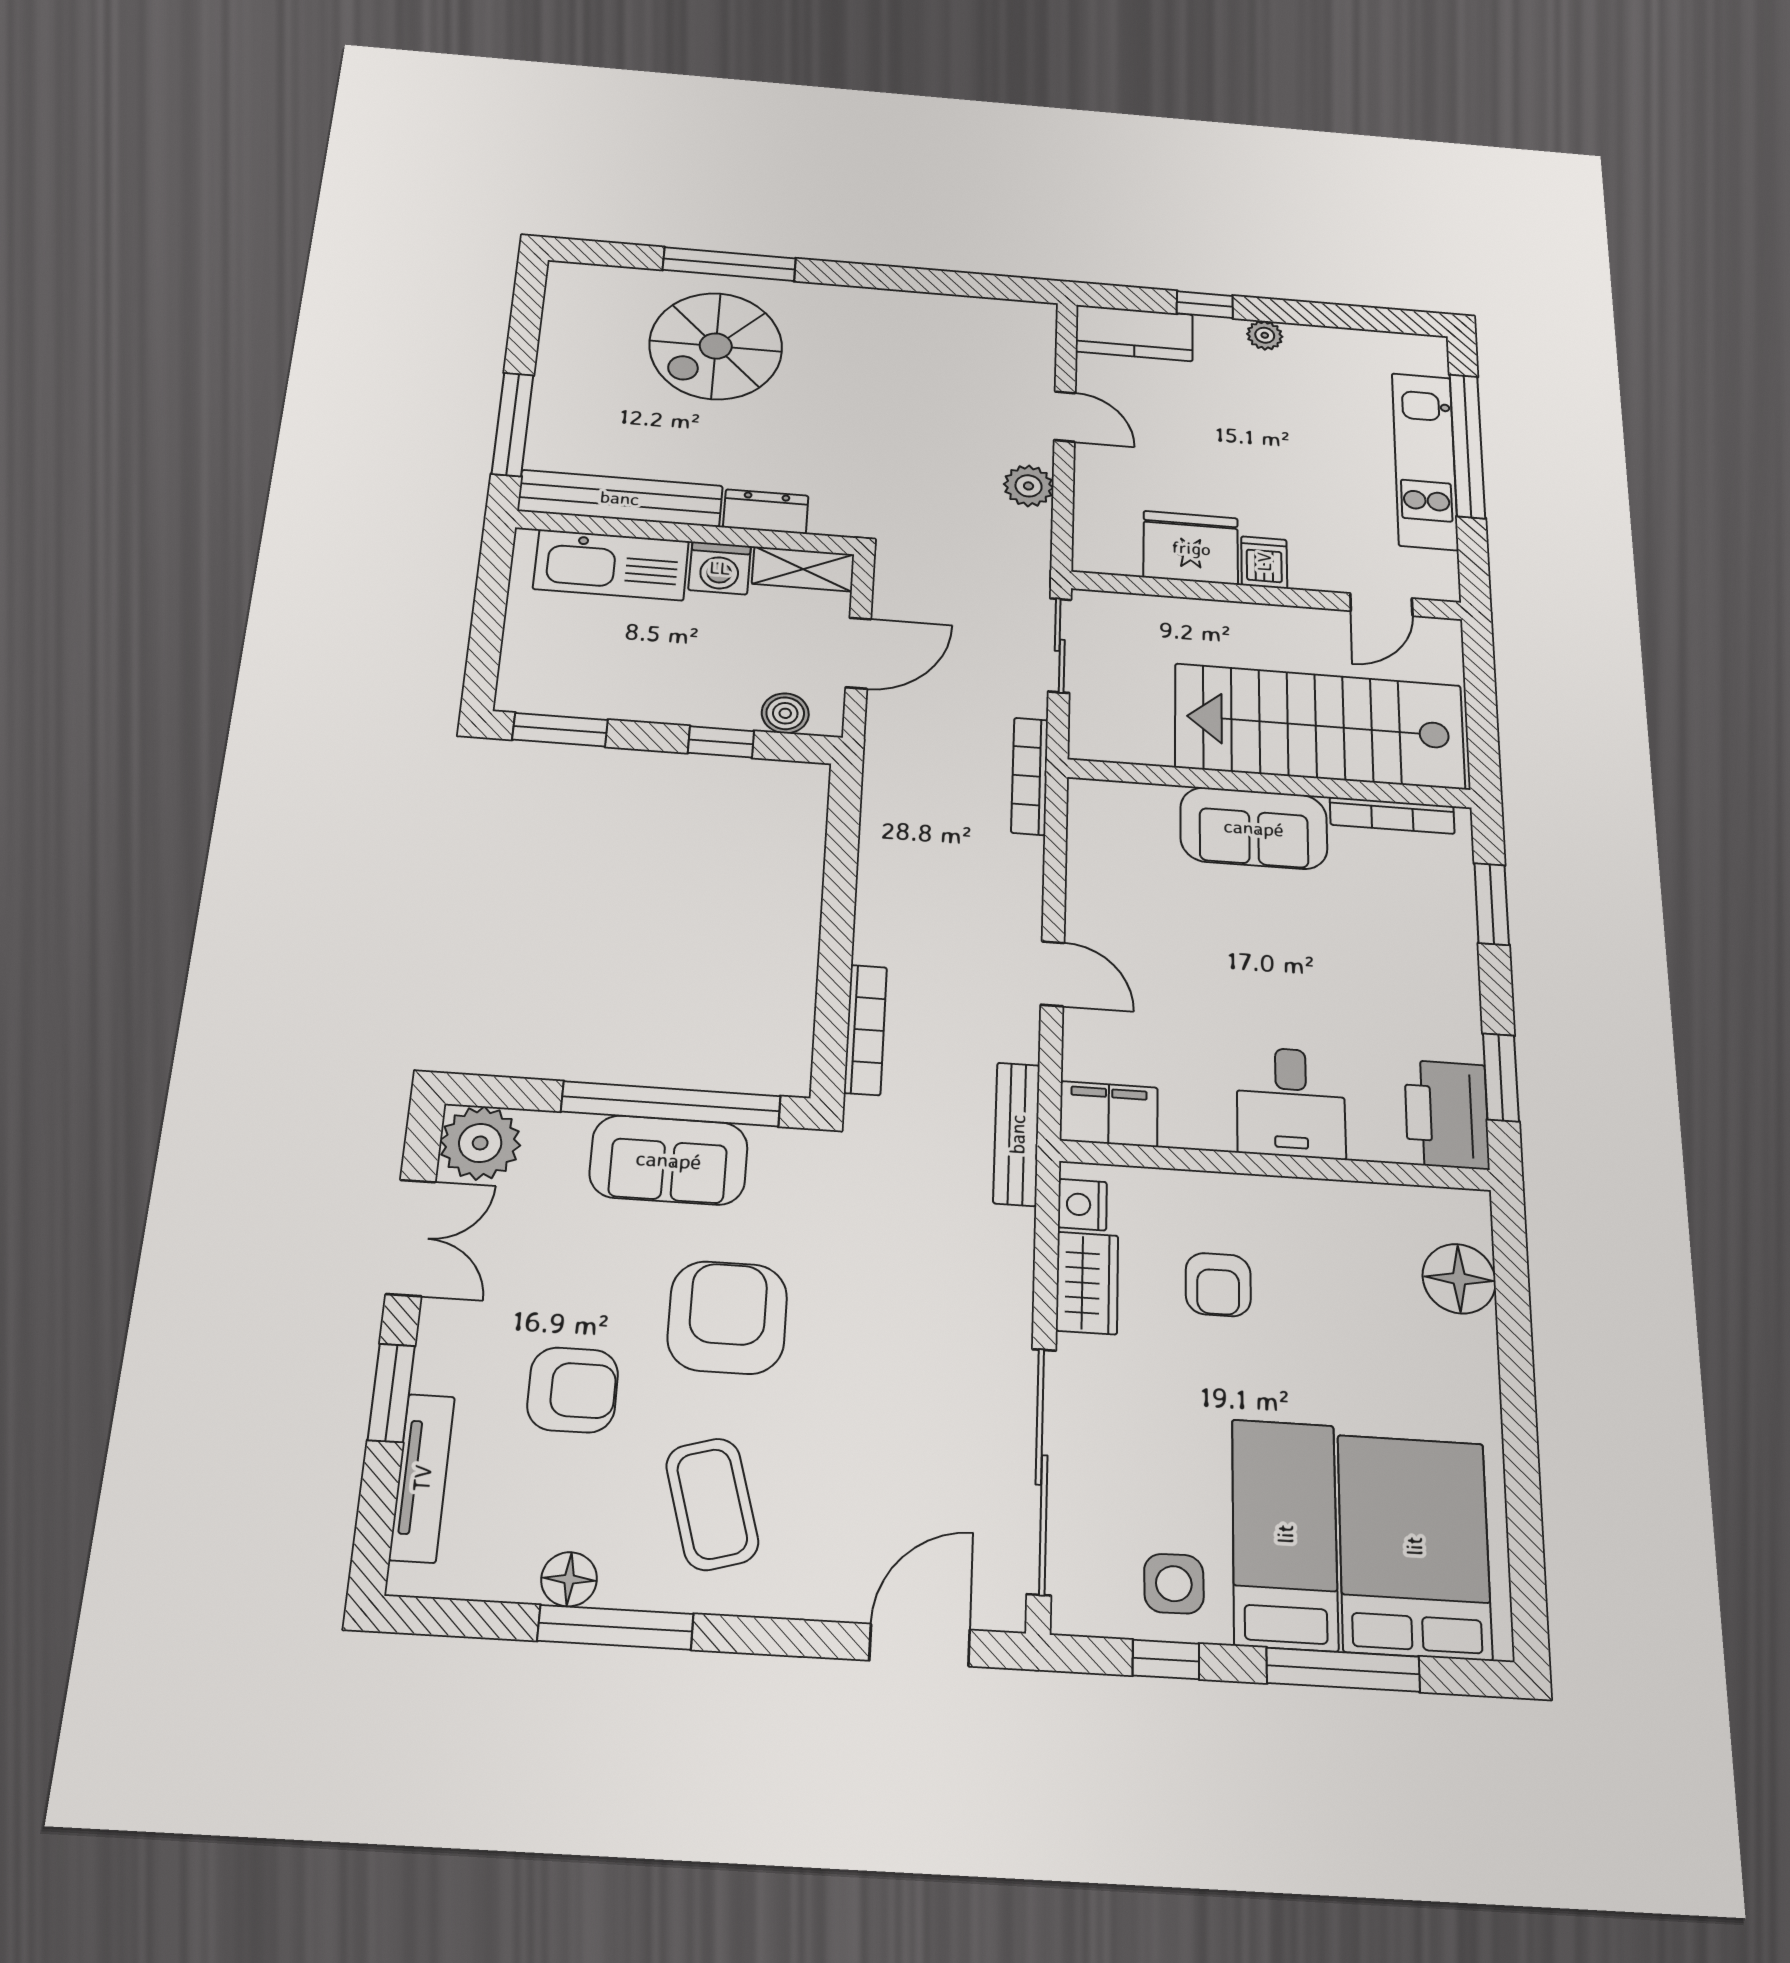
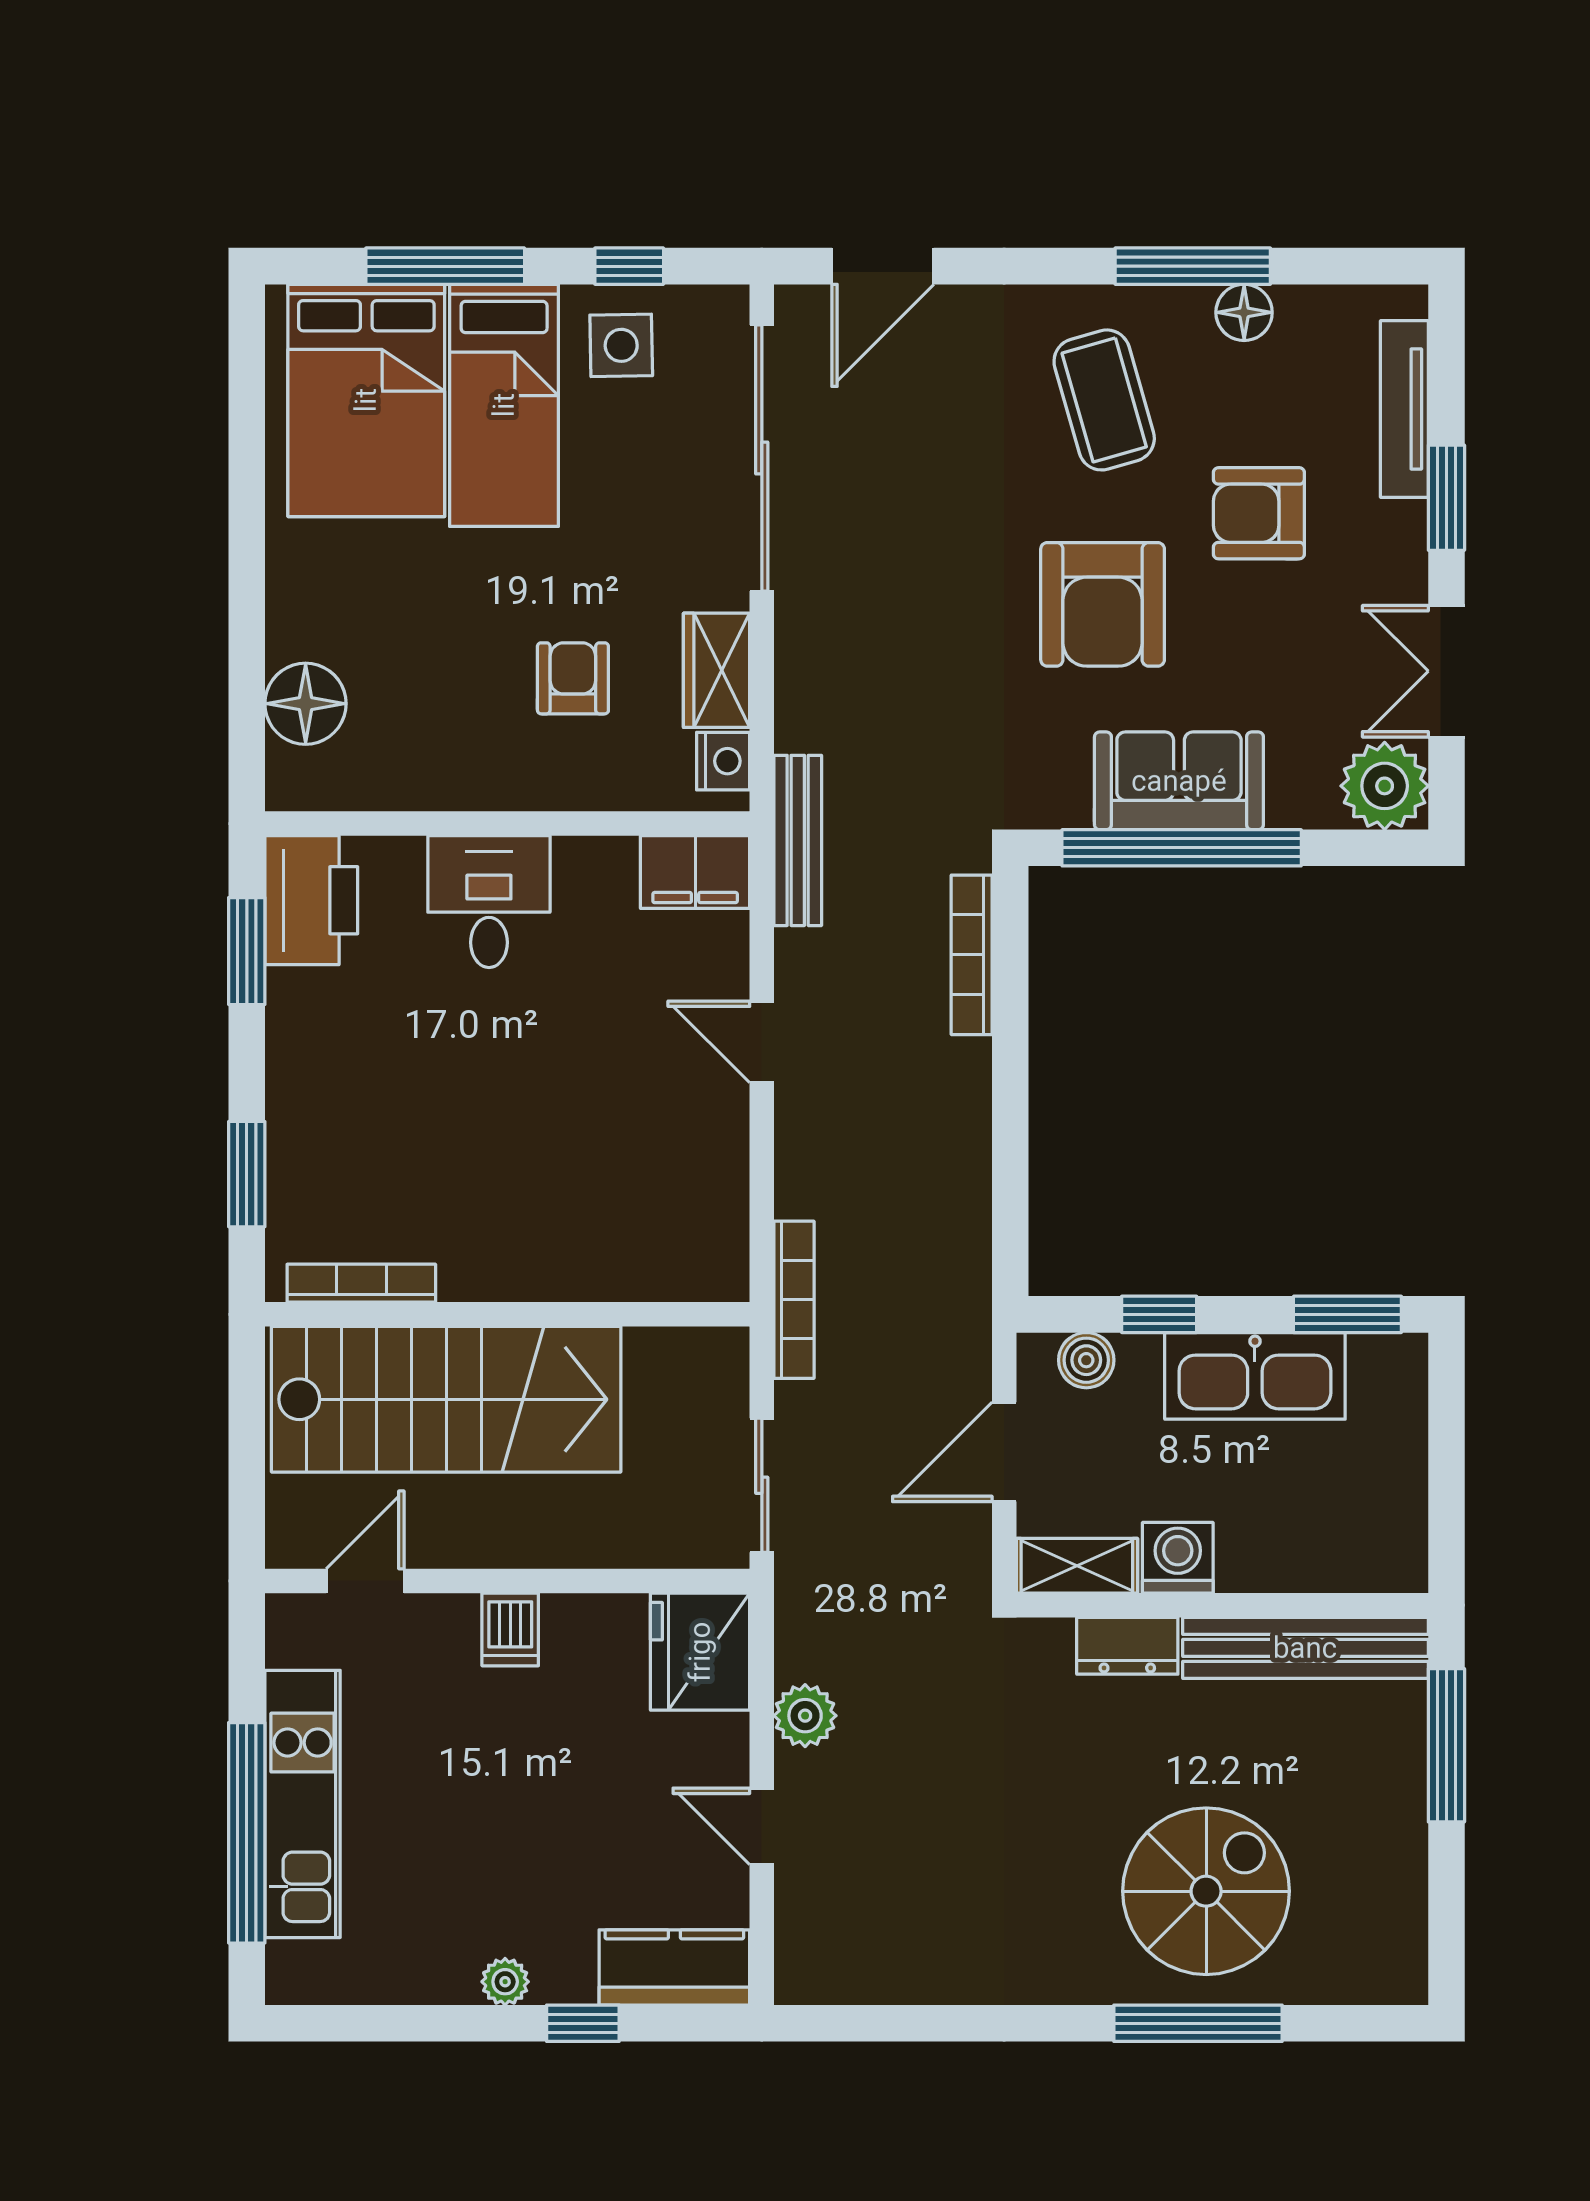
fridge: (1191, 548) -> (700, 1652), moved, turned 90
kitchen sink: (611, 565) -> (1255, 1376), moved, turned 180
sofa: (1254, 828) -> (527, 1252), removed

